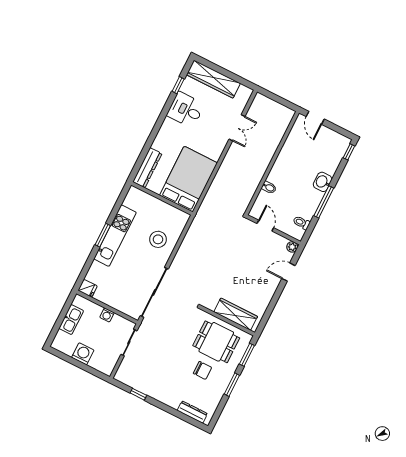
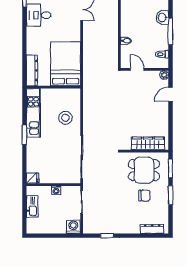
kitchen unit: (115, 236) -> (33, 113), moved
washing machine: (83, 354) -> (73, 227), moved

